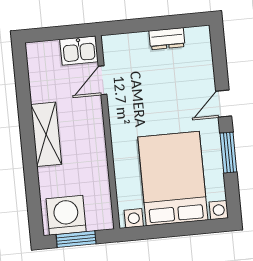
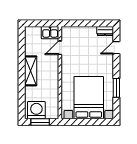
dresser: (167, 39) -> (105, 31), moved
door: (224, 104) -> (116, 48), moved

